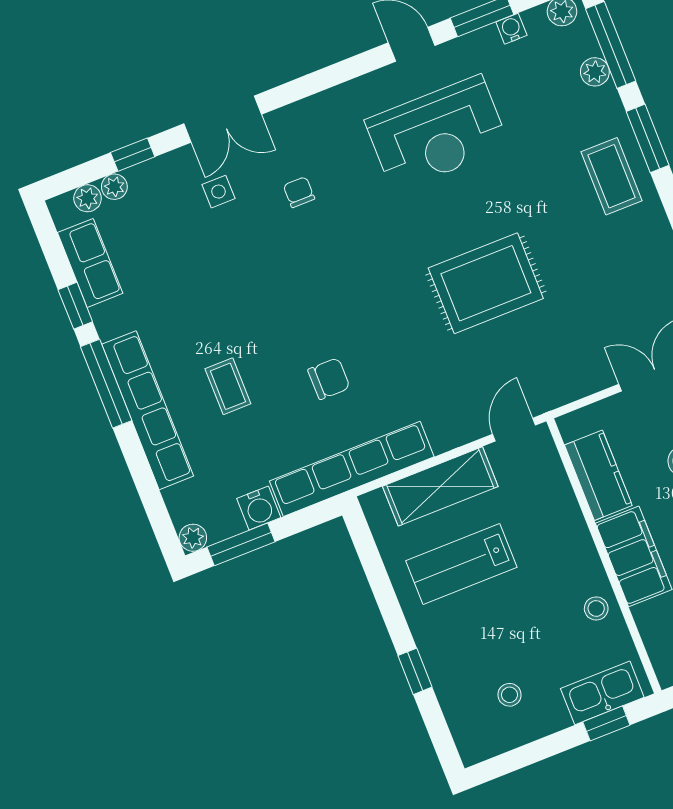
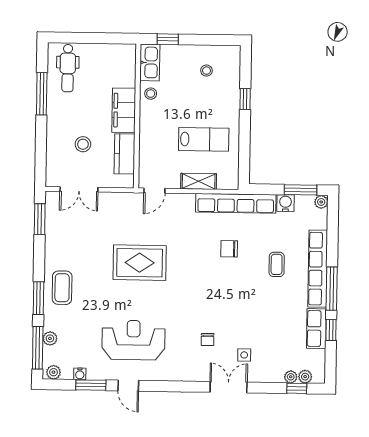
window: (133, 155) -> (297, 388), moved
row of seats: (90, 263) -> (316, 329), moved
shelving: (440, 486) -> (199, 181), width x0.67, depth x0.75
kitchen sink: (602, 693) -> (150, 62), moved, turned -90

